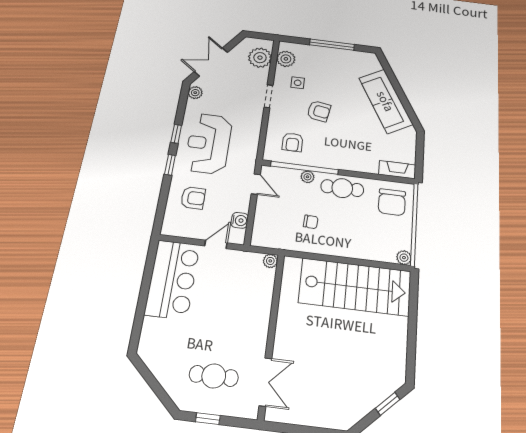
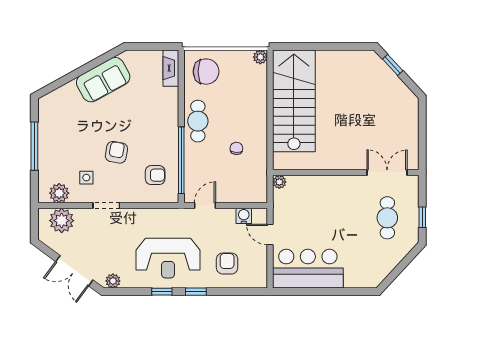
sofa: (386, 101) -> (103, 80), width x0.73
plant: (307, 177) -> (191, 156), removed

